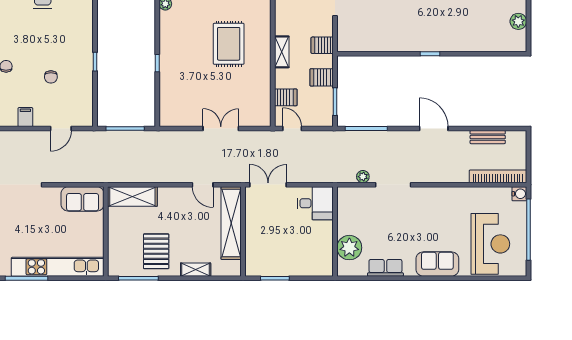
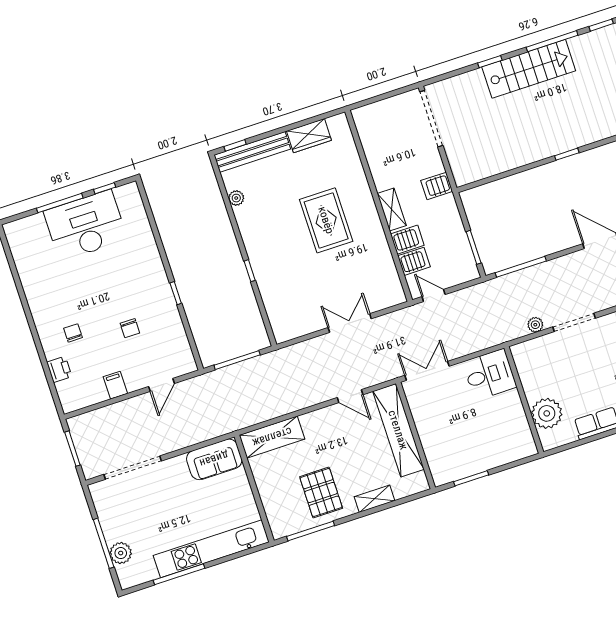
server rack: (322, 77) -> (407, 240), moved, turned 180

